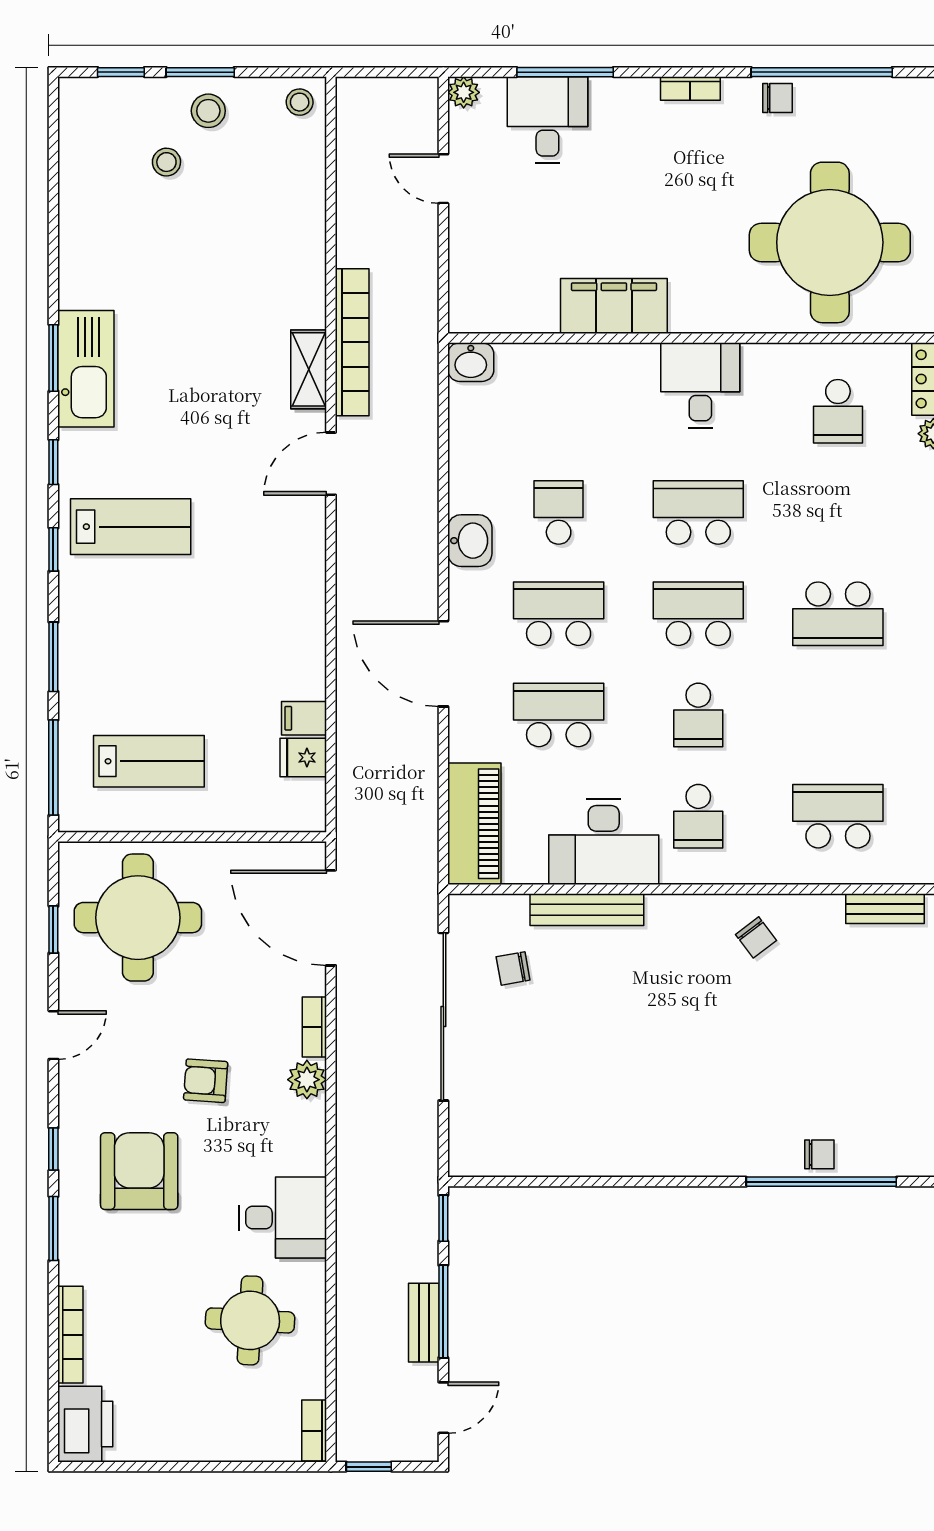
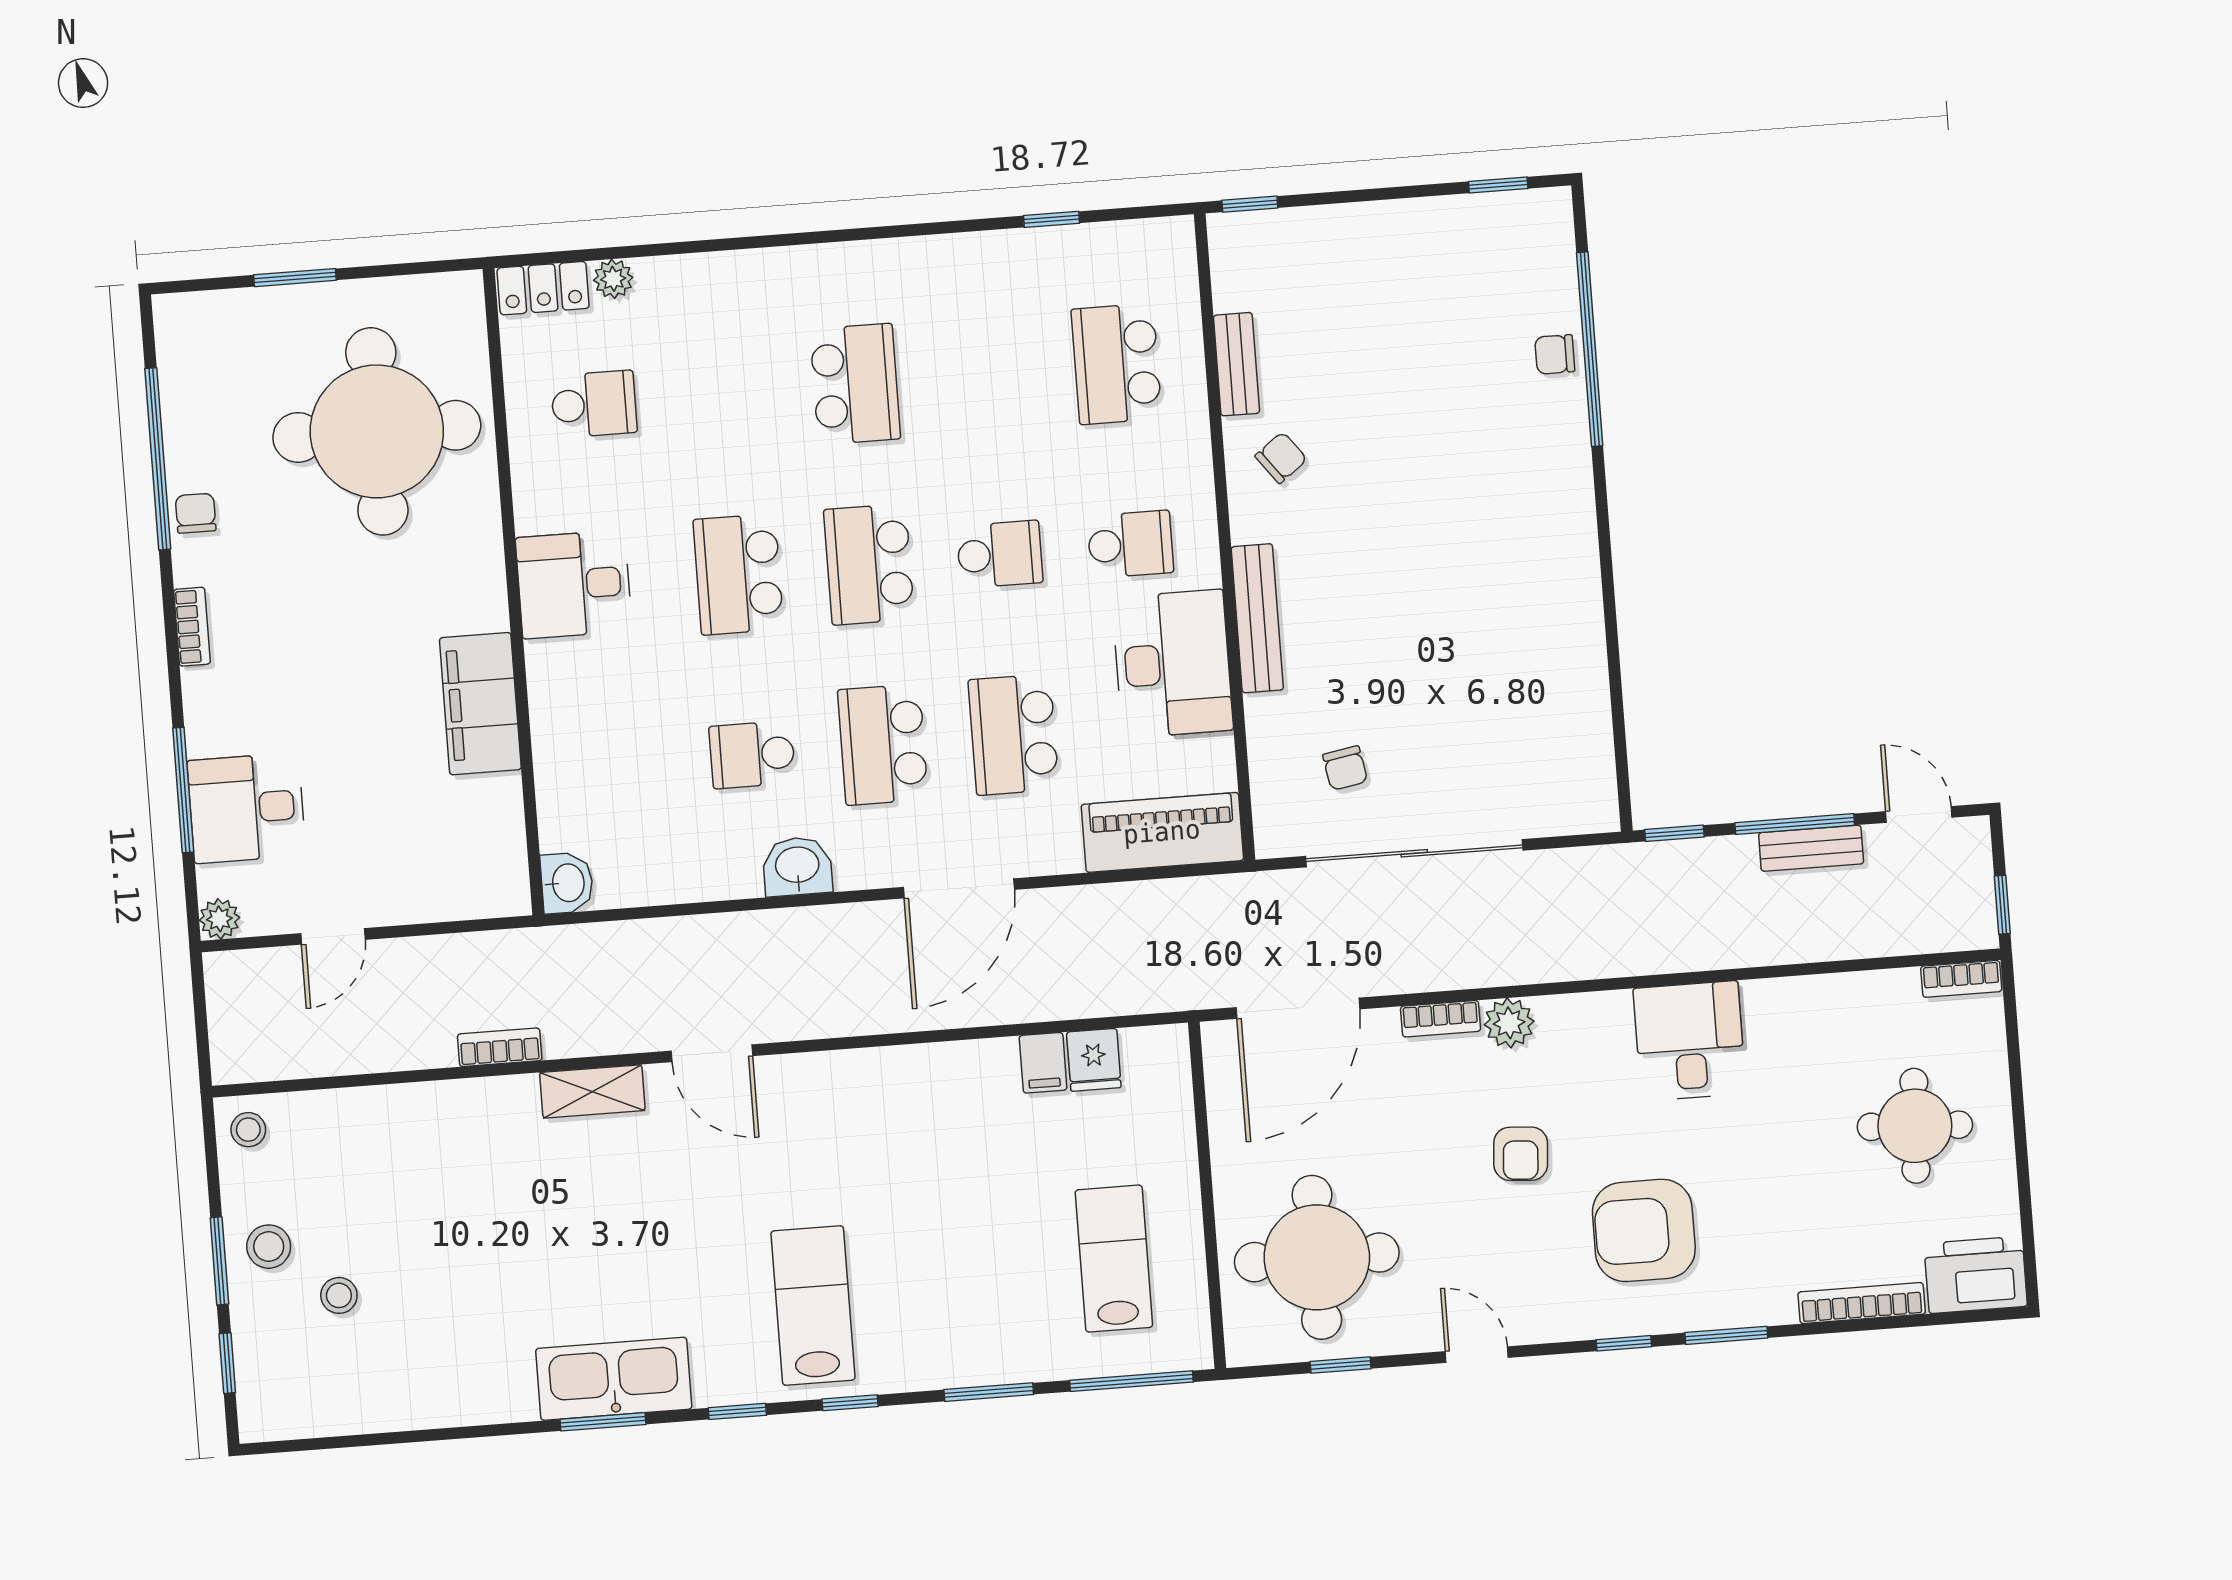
bookcase: (352, 342) -> (500, 1047), width x0.43, depth x0.76
bench: (885, 909) -> (1237, 364), moved
bench: (587, 910) -> (1257, 618), moved
chair: (819, 1154) -> (1555, 354), turned -90
round table: (250, 1320) -> (1915, 1126), moved

